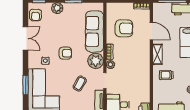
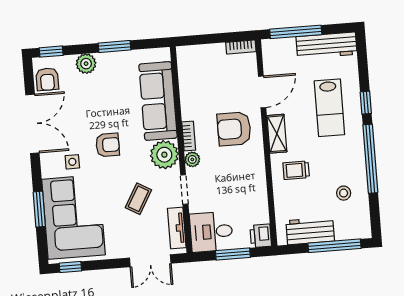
armchair: (124, 28) -> (234, 129), moved, turned 180
door: (151, 31) -> (262, 92), hinge flipped
double door: (26, 38) -> (32, 124), width x1.37

